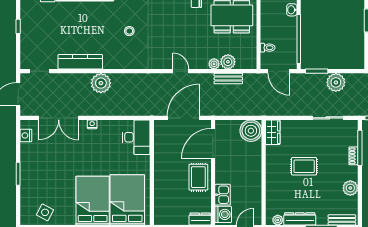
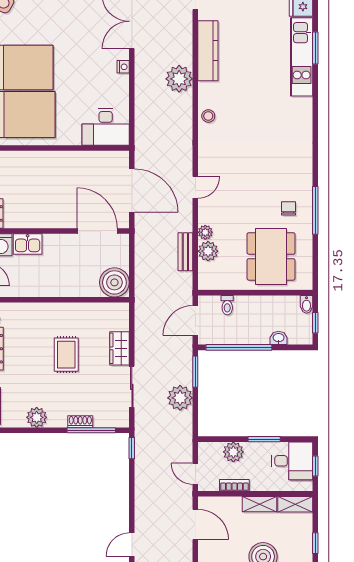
stool: (129, 31) -> (208, 116), moved
wardrobe: (273, 132) -> (119, 348), moved, turned 90
rug: (198, 177) -> (51, 211), removed

